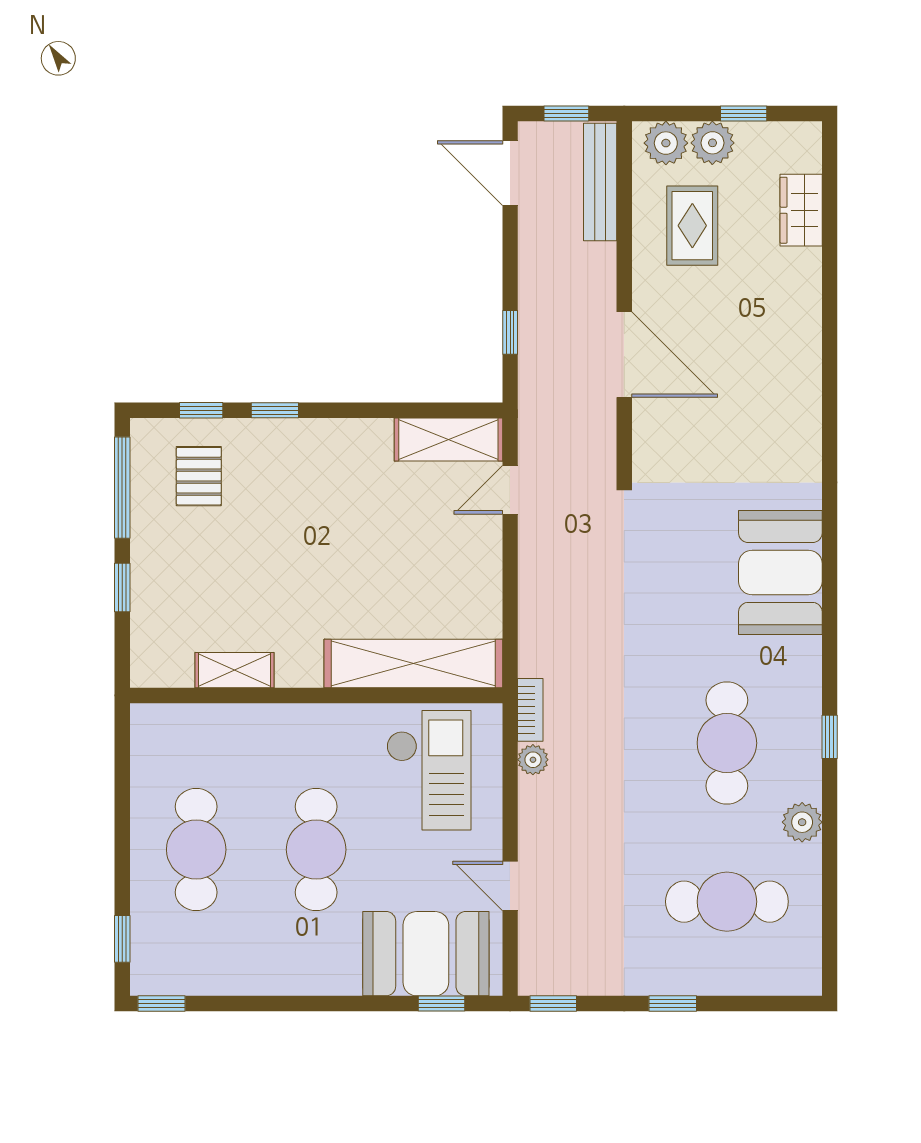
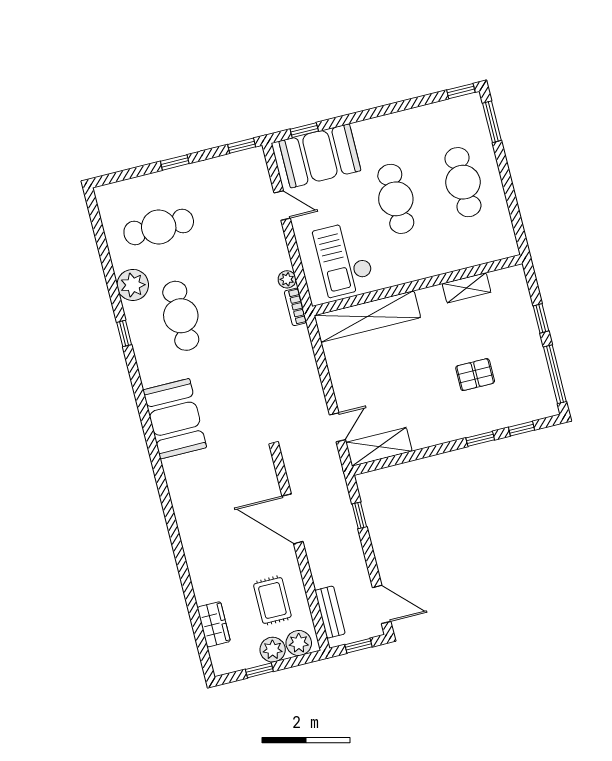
bench: (600, 182) -> (330, 612), width x0.73
pallet: (199, 476) -> (475, 375), moved, turned 90
plant: (802, 822) -> (133, 285), width x1.36, depth x1.36
window: (122, 939) -> (492, 122), width x1.50

